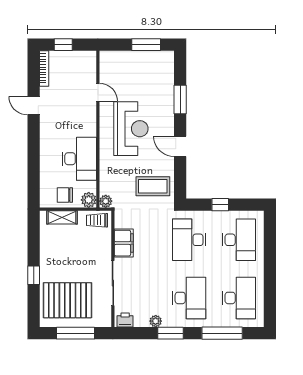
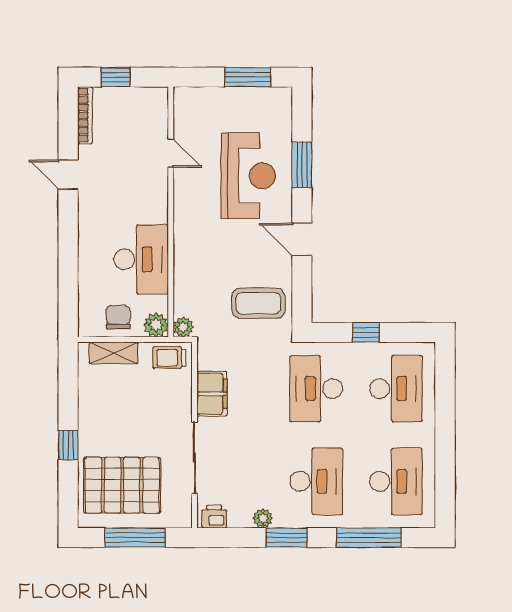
reception desk: (131, 129) -> (248, 176), moved
chair: (65, 195) -> (118, 317), turned 90

